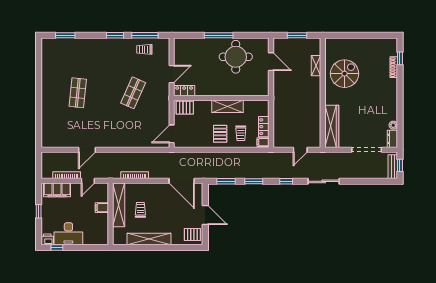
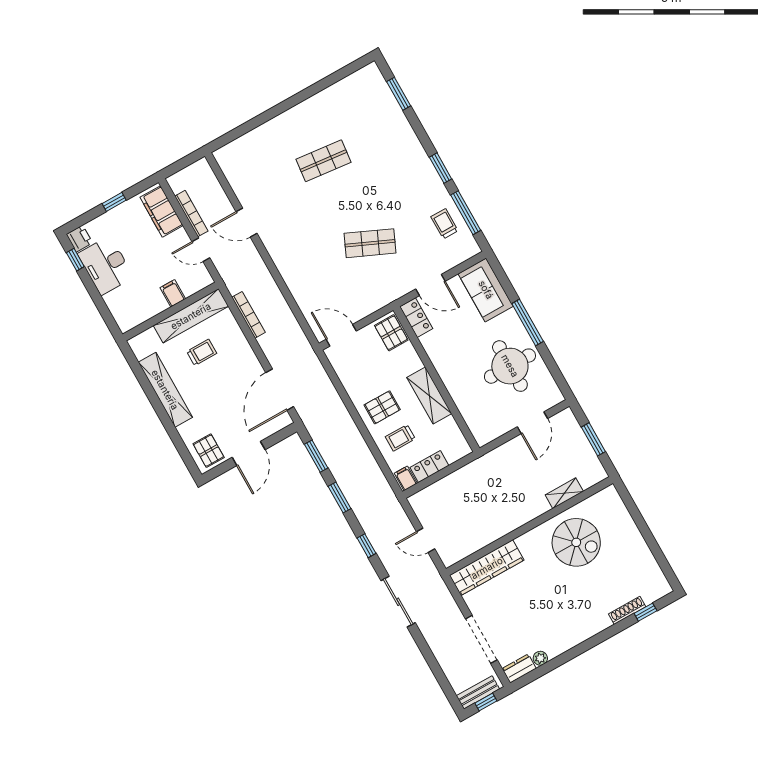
sofa: (190, 47) -> (486, 290), added

